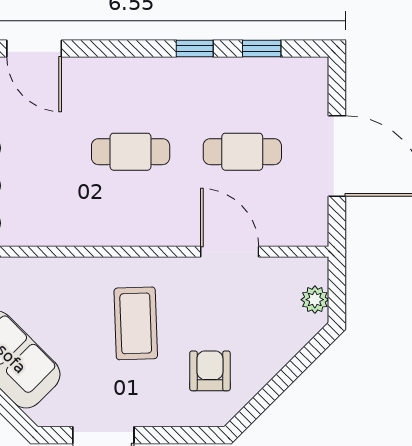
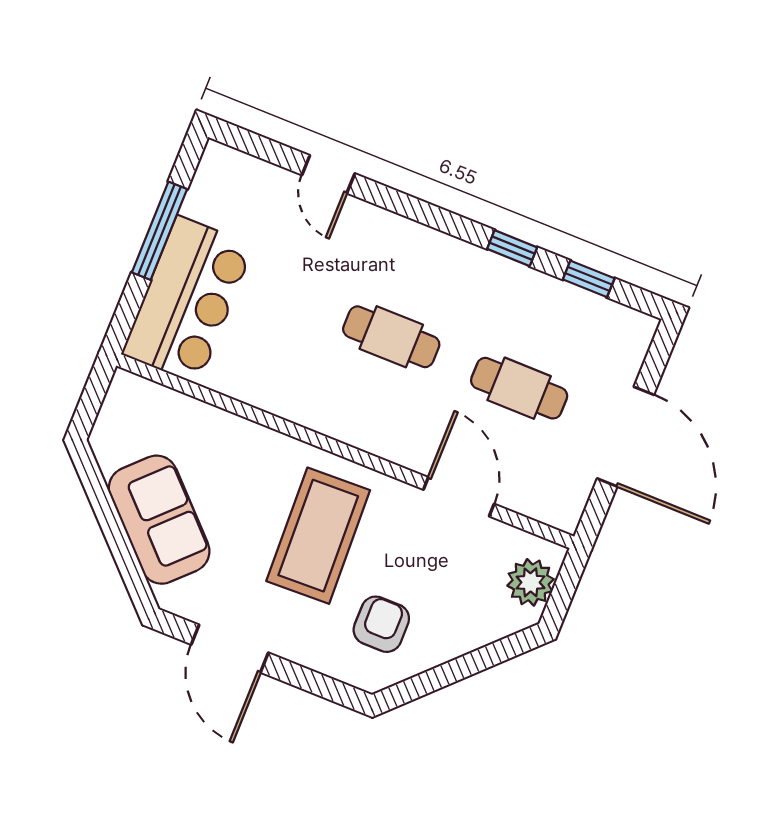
door: (34, 49) -> (328, 174), width x0.73
plant: (315, 300) -> (531, 582), width x1.38, depth x1.38
coffee table: (136, 323) -> (318, 536), width x1.36, depth x1.32

